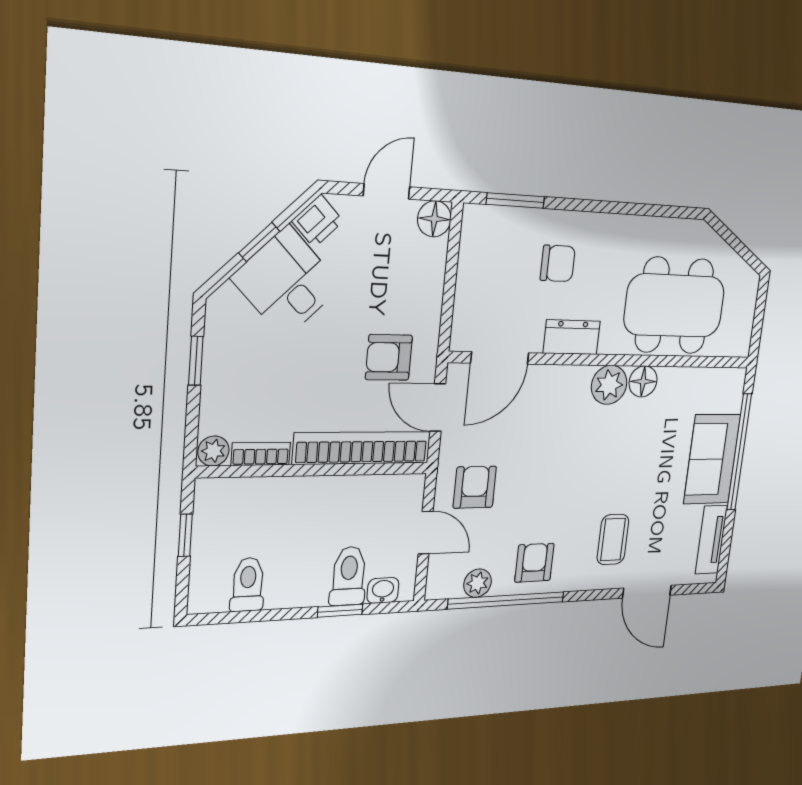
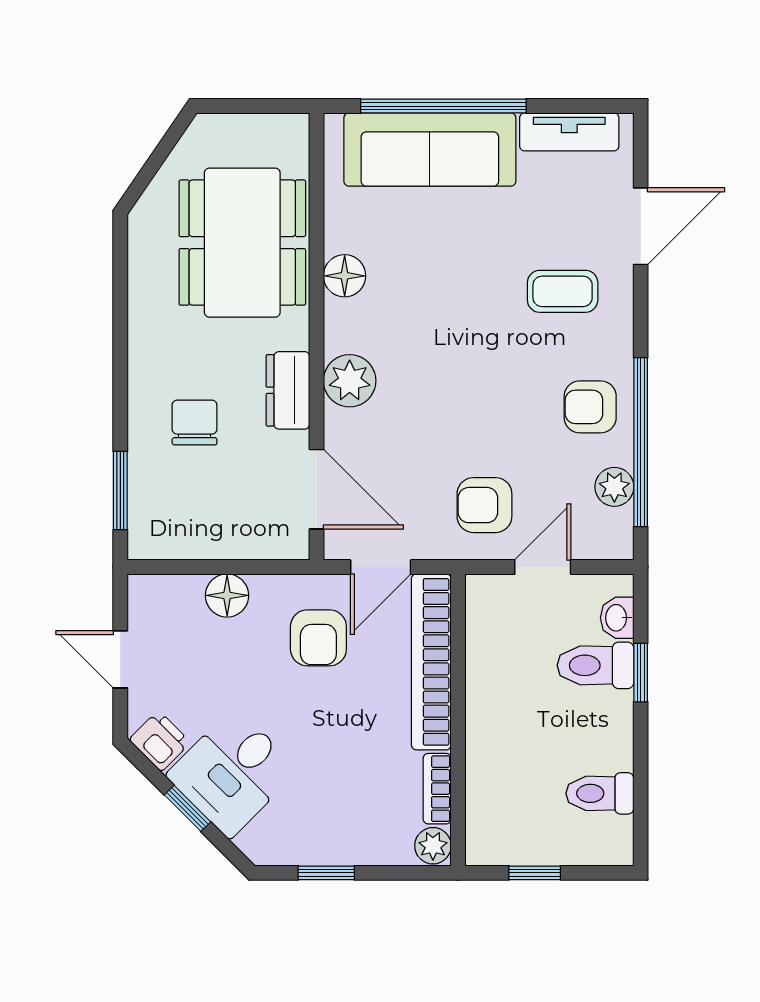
floor lamp: (434, 219) -> (227, 595), moved
plant: (609, 385) -> (350, 381), moved
sofa: (712, 459) -> (430, 150), width x1.36

